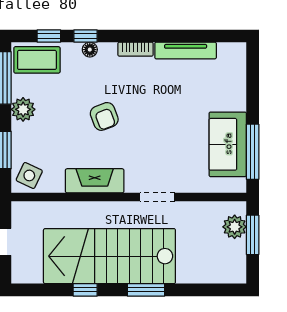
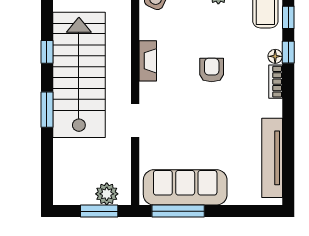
bookcase: (135, 49) -> (276, 82), moved
tv unit: (186, 50) -> (272, 158), width x1.36, depth x1.29
armchair: (104, 116) -> (212, 70), turned 111
sofa: (228, 144) -> (185, 187), width x1.36
fireplace: (95, 181) -> (148, 61), width x0.73, depth x0.76

